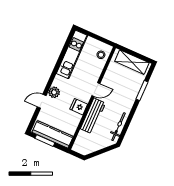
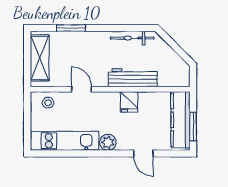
door: (96, 90) -> (82, 89), moved
plant: (54, 92) -> (108, 142), moved

